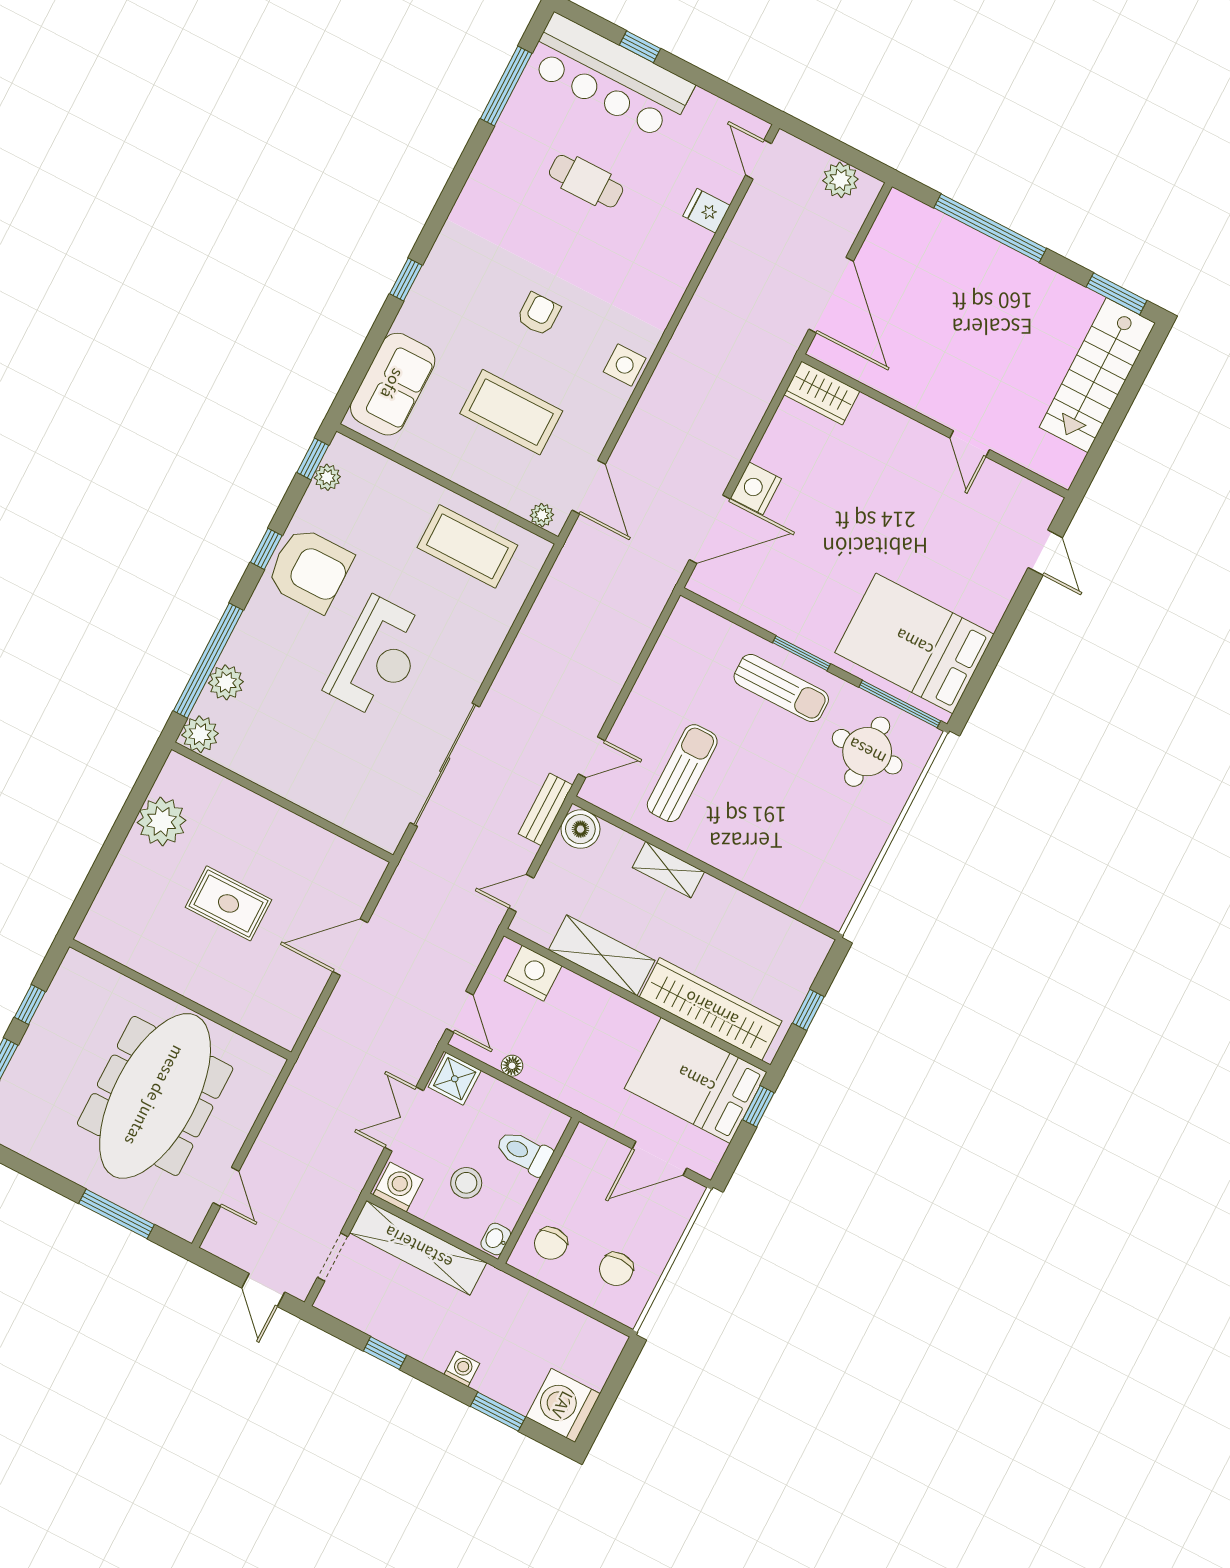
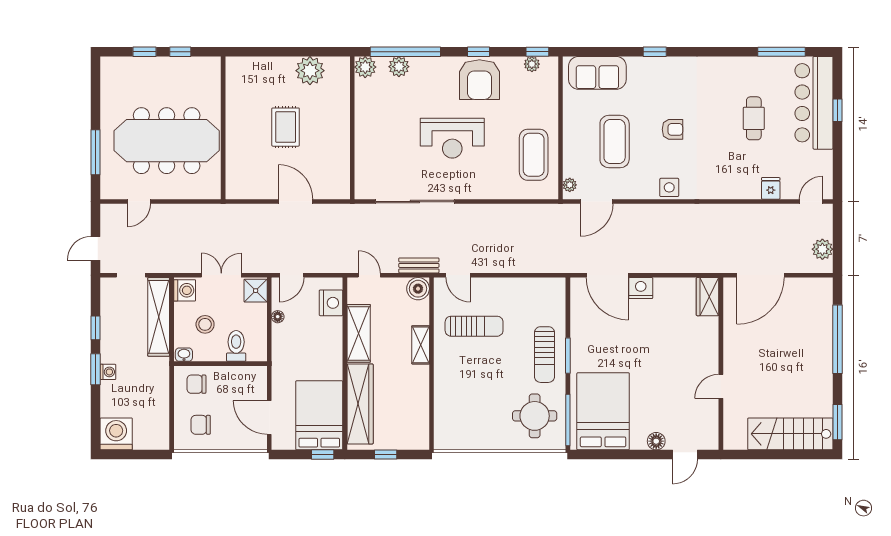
floor lamp: (1002, 586) -> (656, 441), added
window: (498, 1412) -> (95, 369), moved

